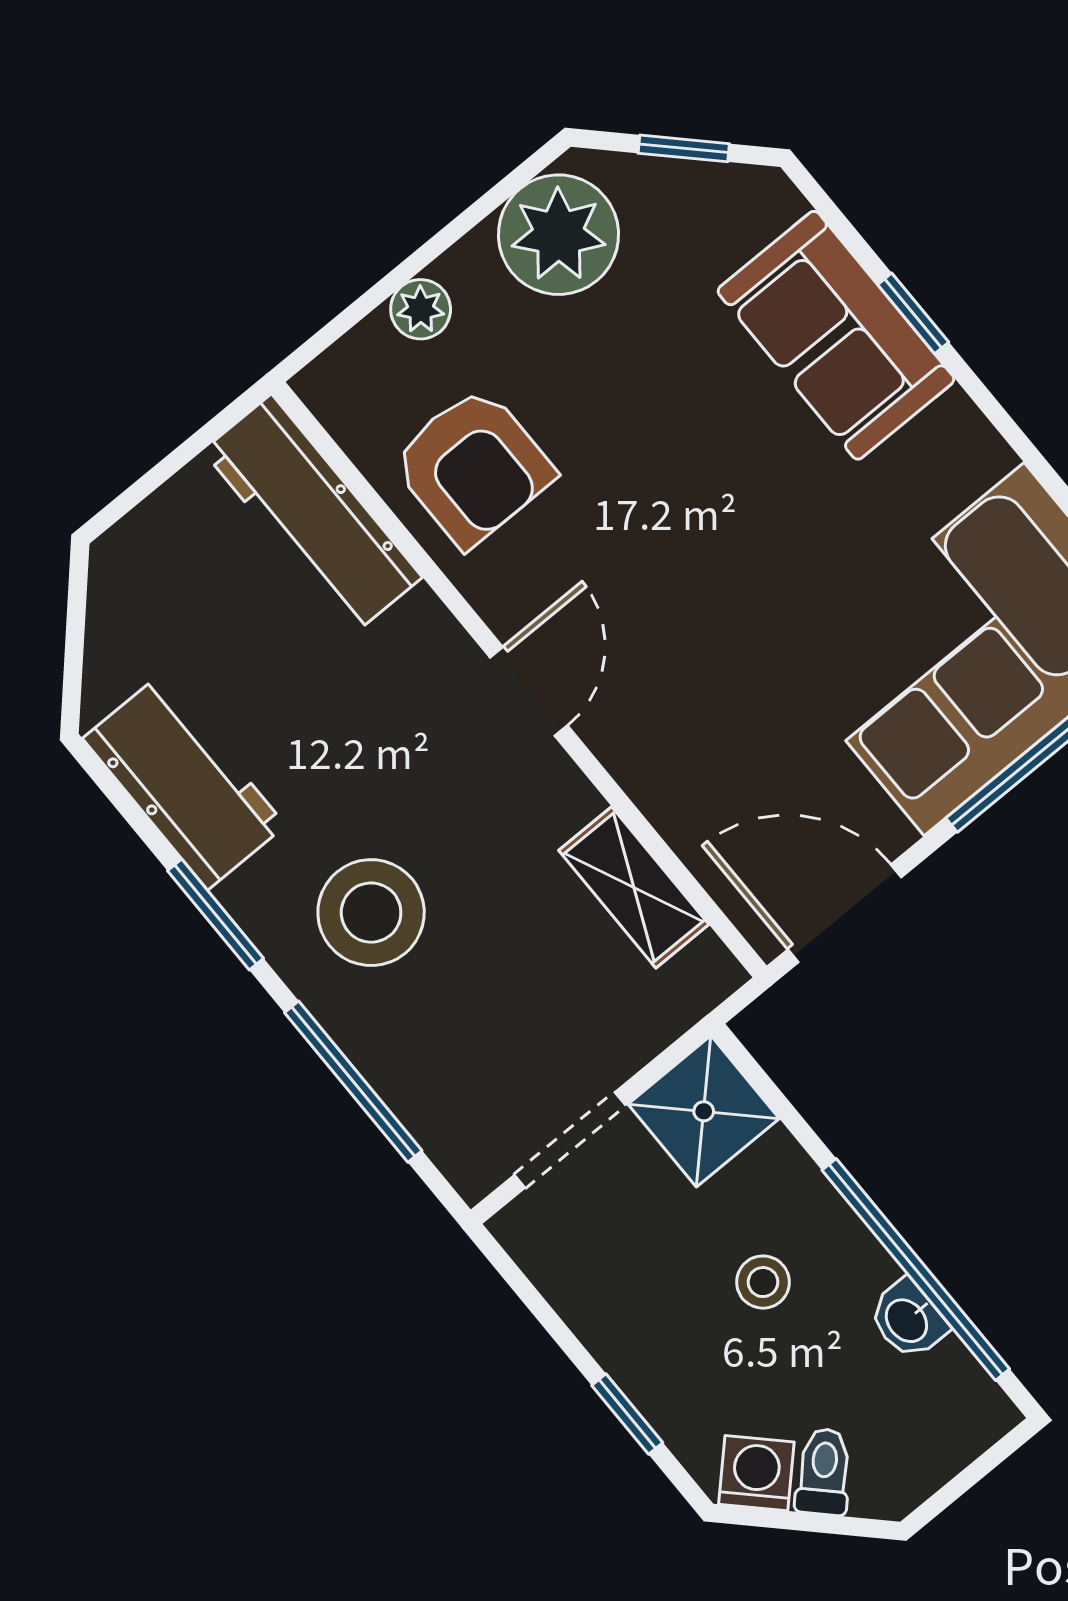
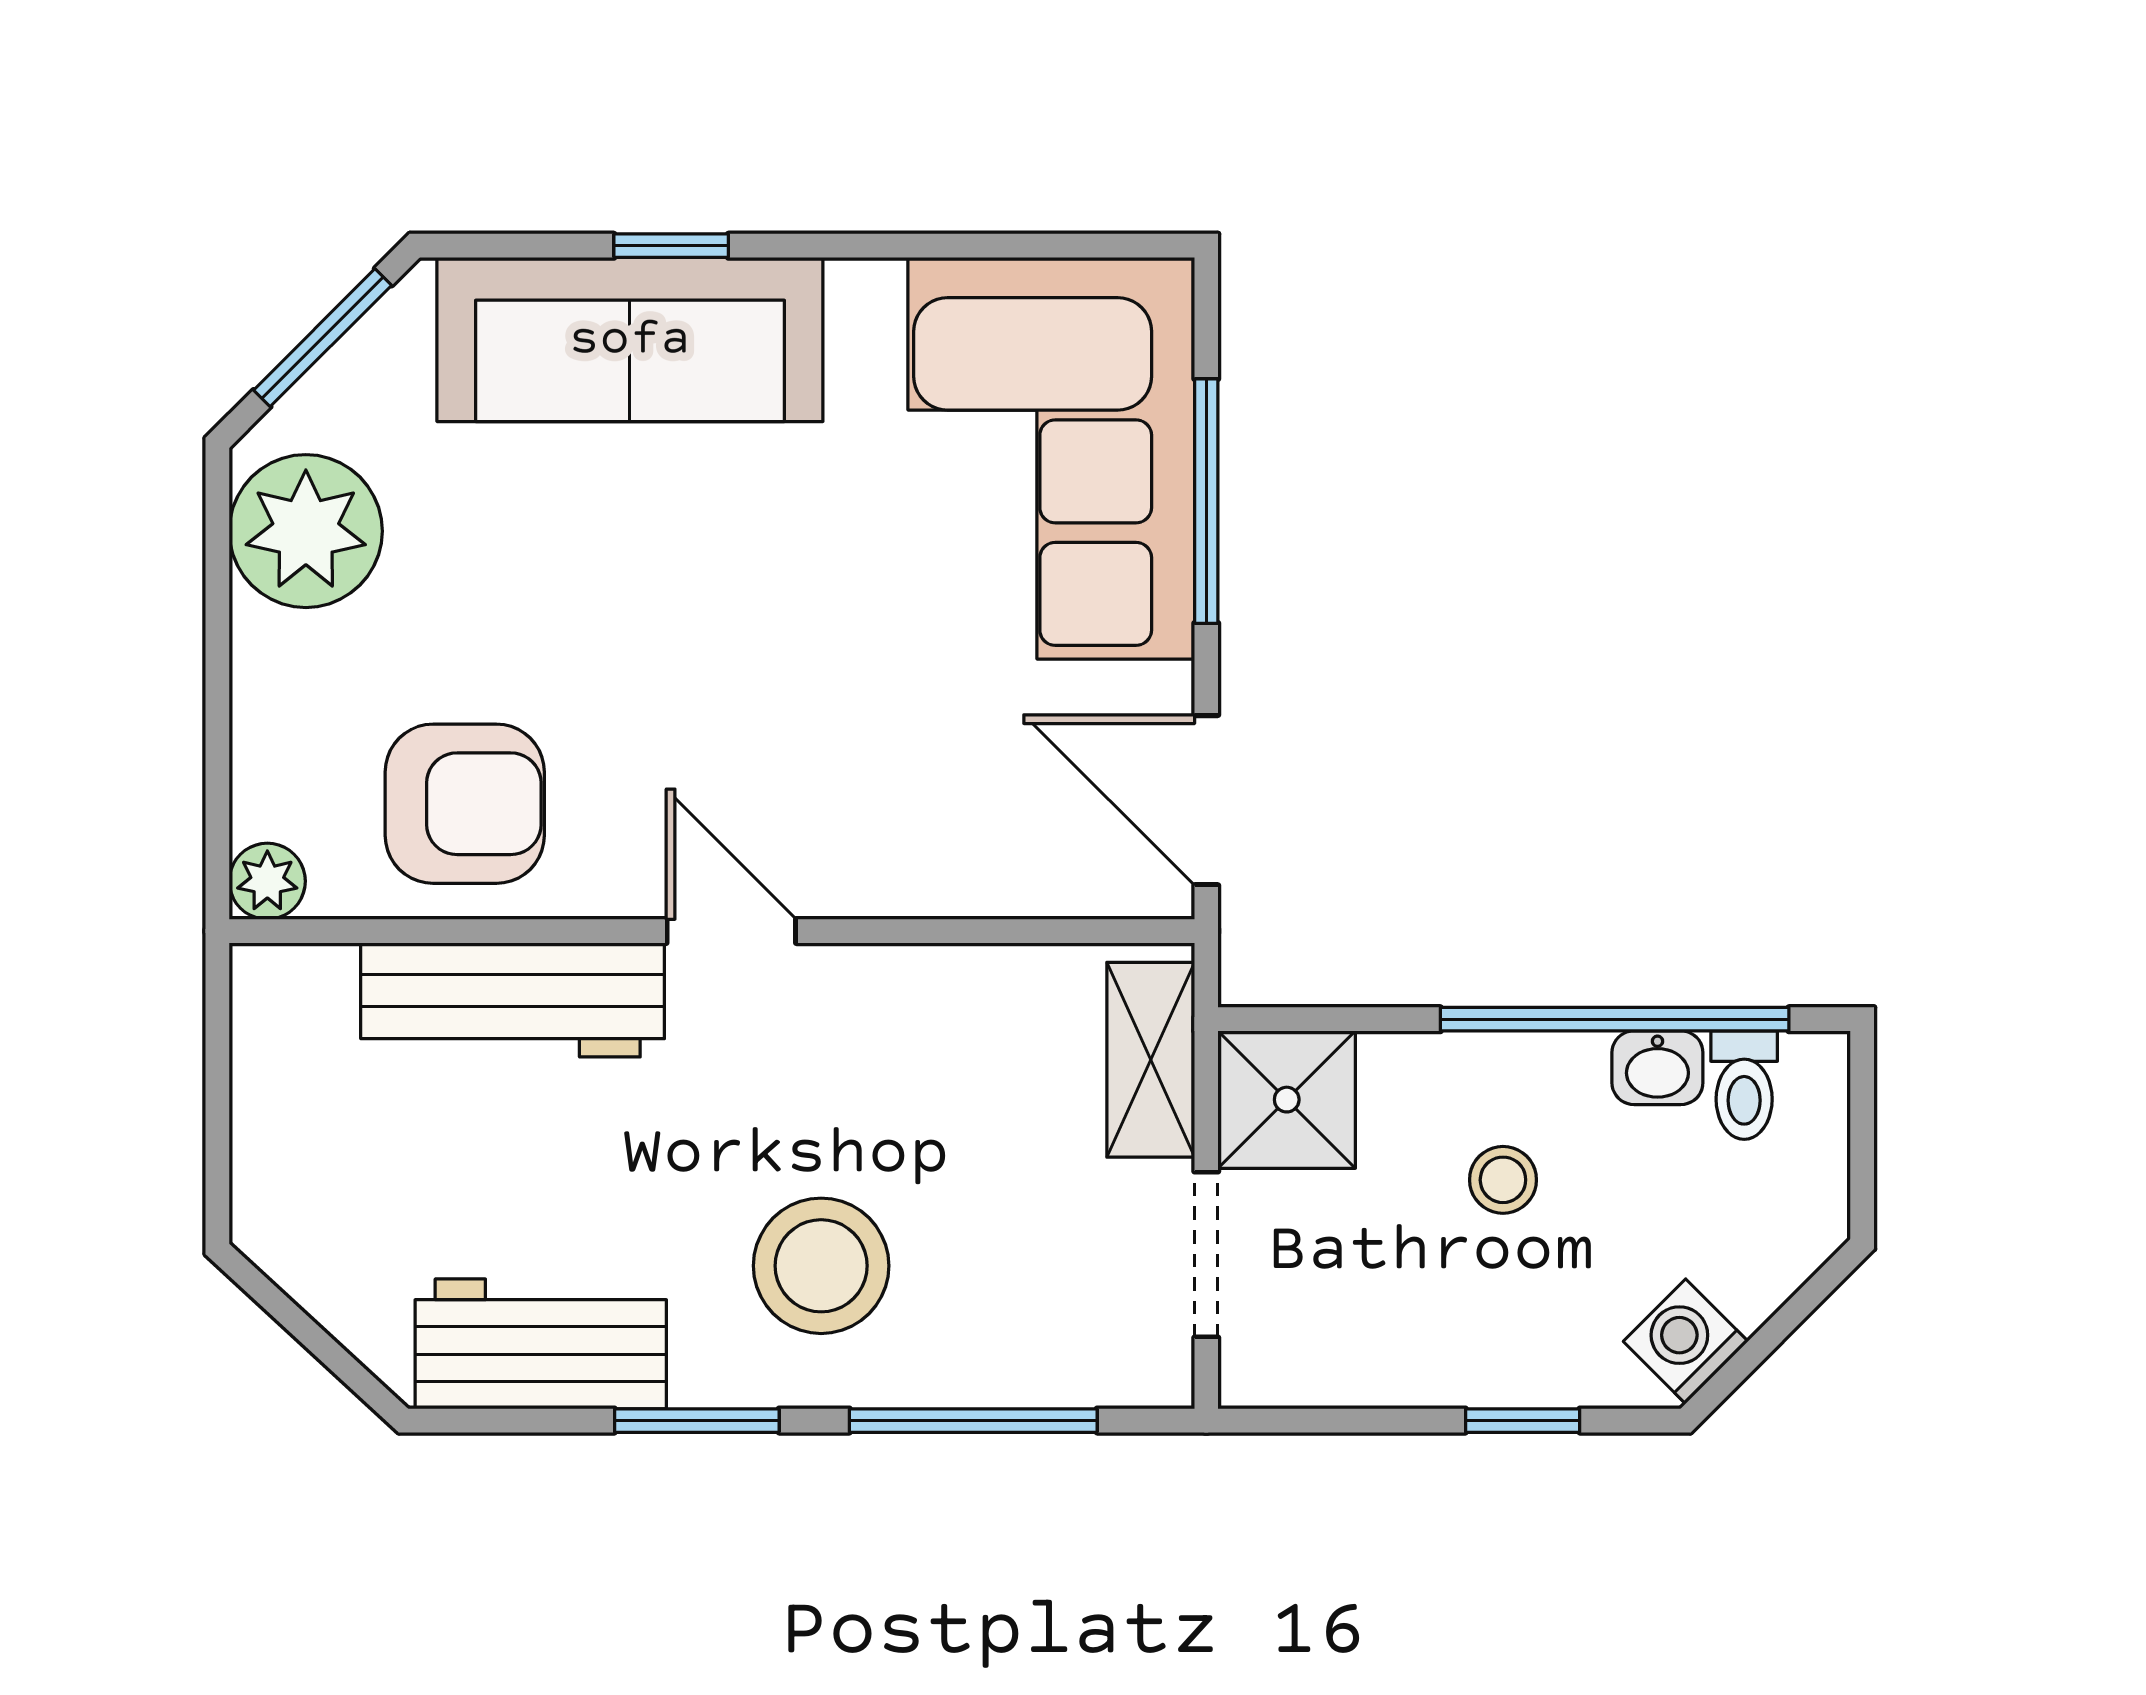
window: (684, 148) -> (323, 338), width x1.50
plant: (421, 309) -> (267, 881), moved
sofa: (836, 335) -> (630, 340), width x1.36
workbench: (313, 514) -> (513, 1000), moved
shelving: (634, 887) -> (1151, 1060), moved, turned 90
door: (845, 913) -> (1206, 800), hinge flipped
toilet: (824, 1472) -> (1744, 1085), moved, turned -135

